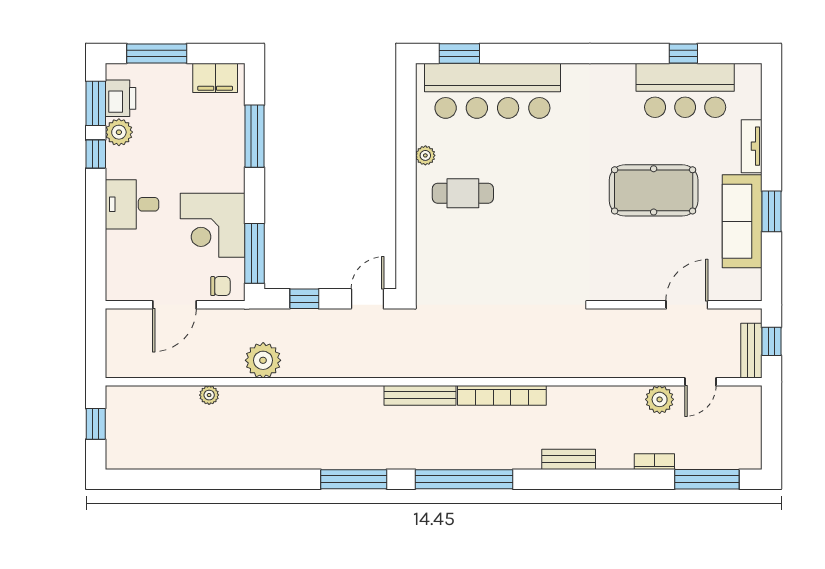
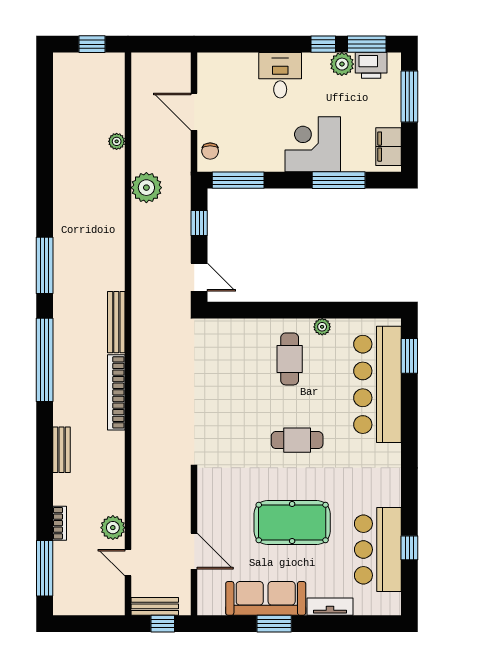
cafe table: (557, 185) -> (297, 440), added
pool table: (654, 190) -> (292, 522), turned 90
corner desk: (213, 225) -> (313, 144), moved

